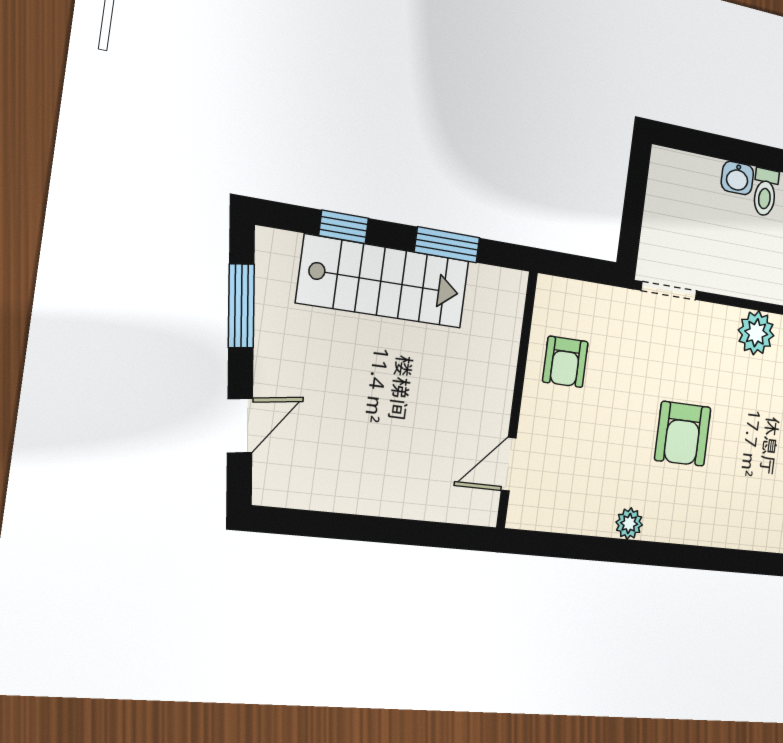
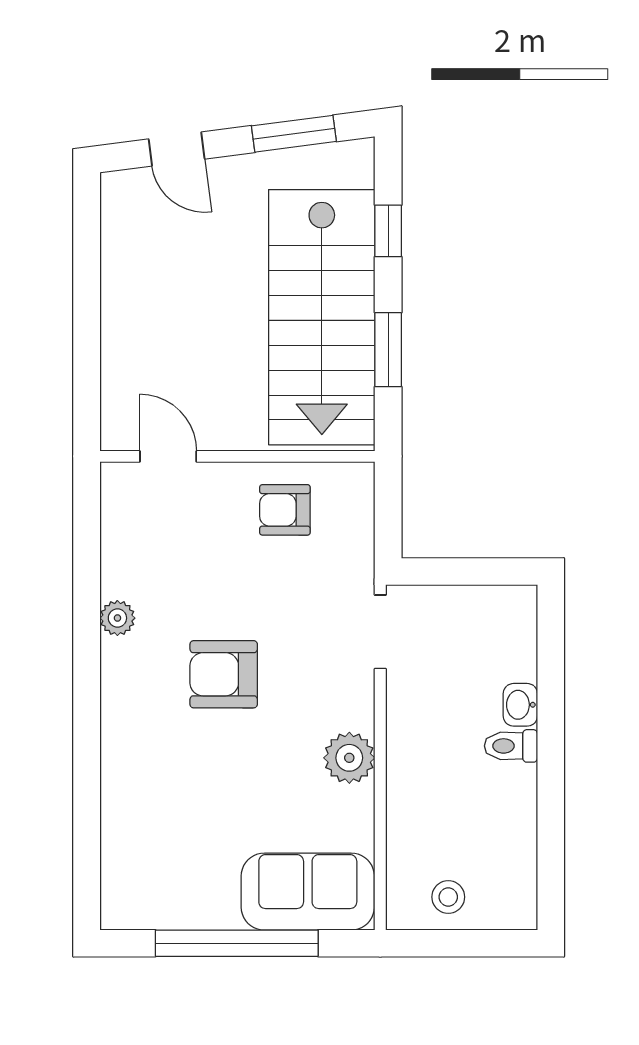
stairs: (384, 282) -> (322, 317), width x1.36, depth x1.51

